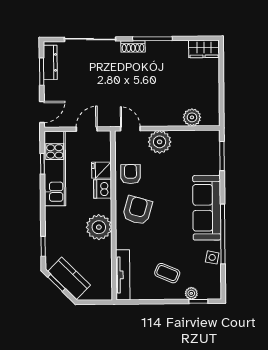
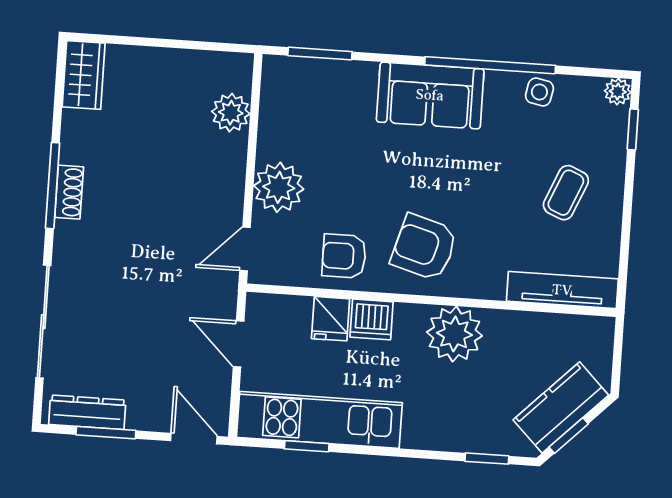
shoe rack: (133, 47) -> (69, 192), moved
sofa: (207, 208) -> (430, 95), width x0.73
plant: (191, 293) -> (618, 92), moved

